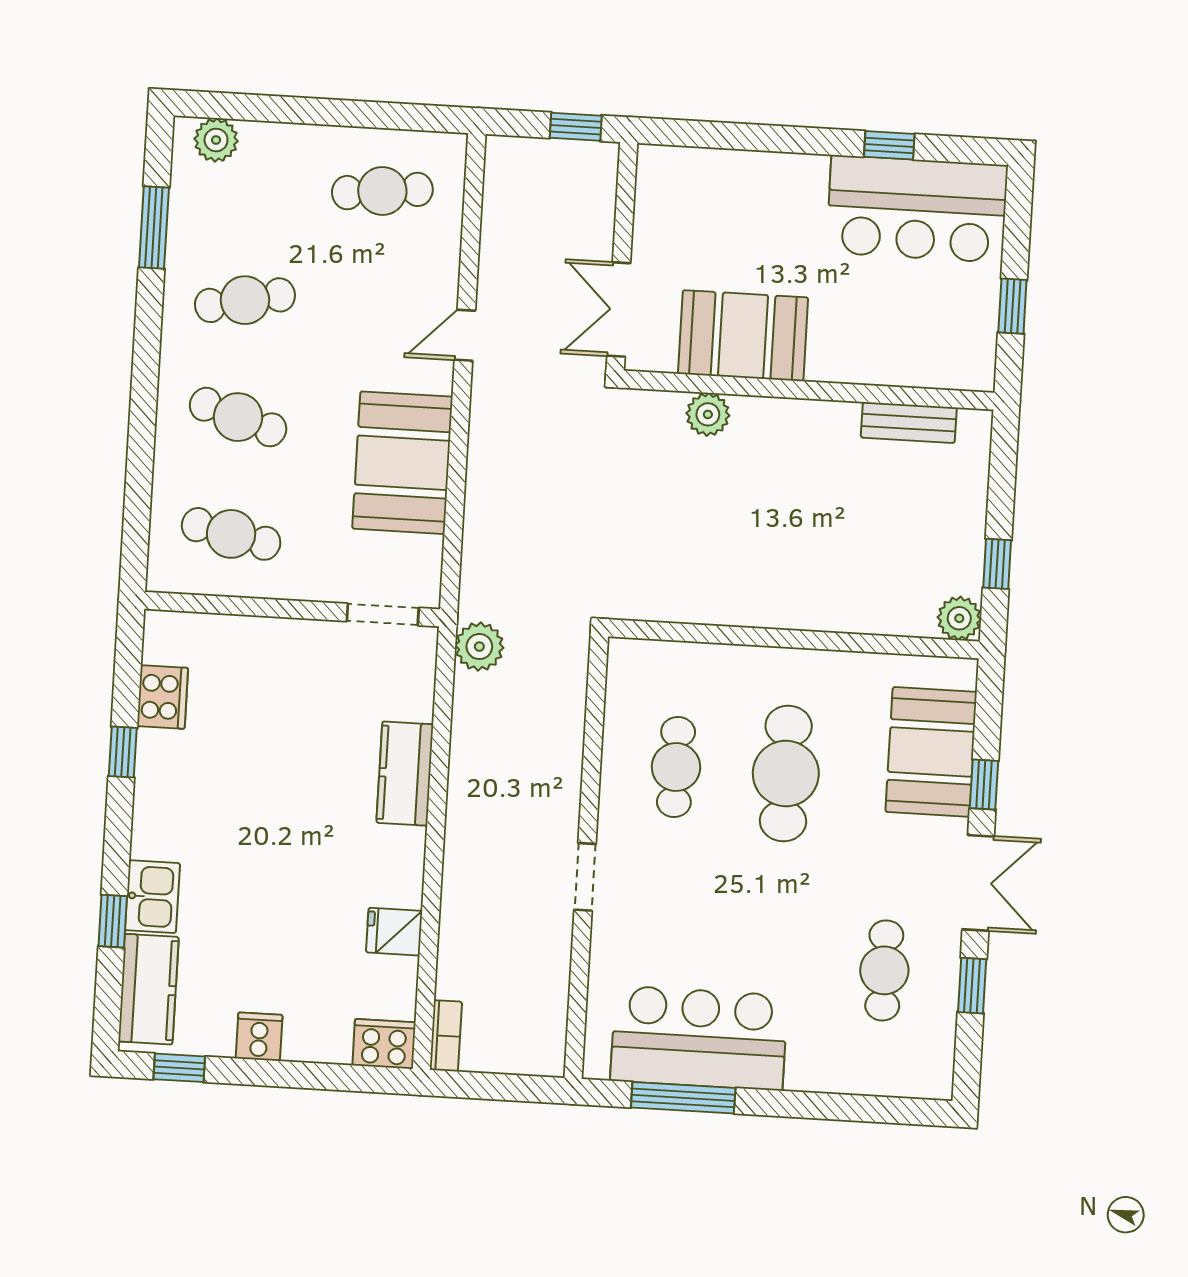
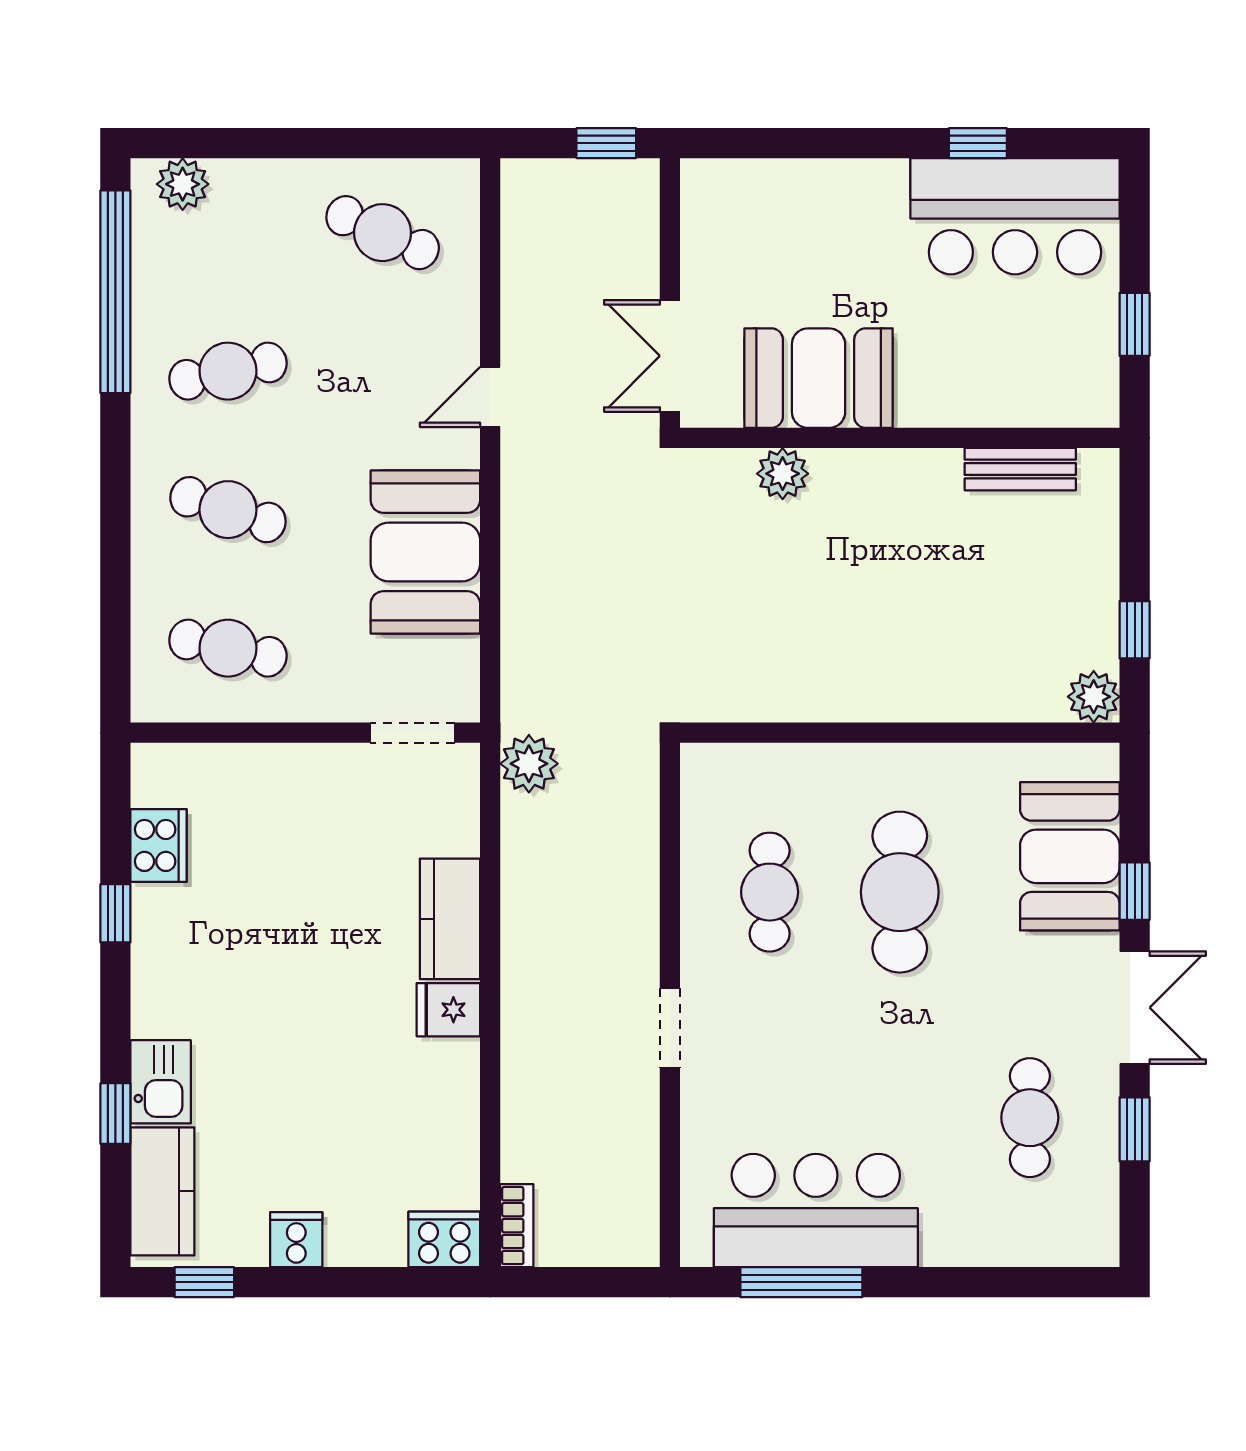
cafe table: (382, 191) -> (383, 233), turned 30
window: (154, 228) -> (115, 292), width x2.11
fridge: (394, 932) -> (448, 1010), moved

